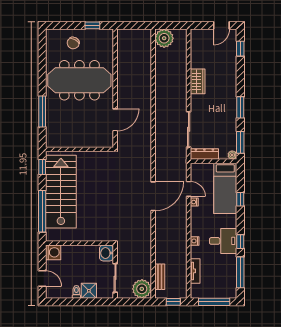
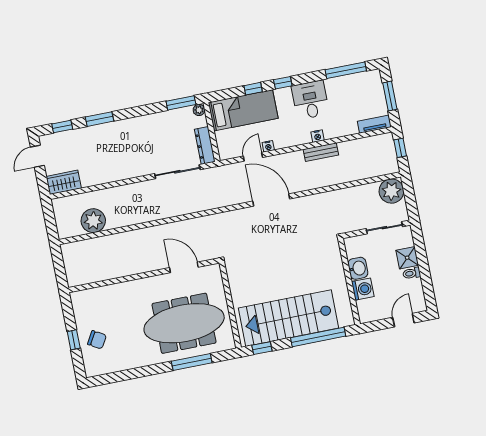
window: (92, 25) -> (74, 340), moved
door: (221, 25) -> (37, 156), swing flipped
plant: (164, 38) -> (93, 221), moved
meeting table: (79, 80) -> (184, 323), moved, turned 90
wardrobe: (198, 81) -> (64, 182), moved
window: (240, 107) -> (99, 119), moved
window: (240, 242) -> (283, 83), moved
washing machine: (53, 252) -> (363, 289), moved, turned 90
washbasin: (106, 253) -> (358, 268), moved, turned -90
tv unit: (195, 271) -> (374, 124), moved
bench: (160, 277) -> (321, 152), moved
window: (214, 302) -> (390, 96), width x0.69

